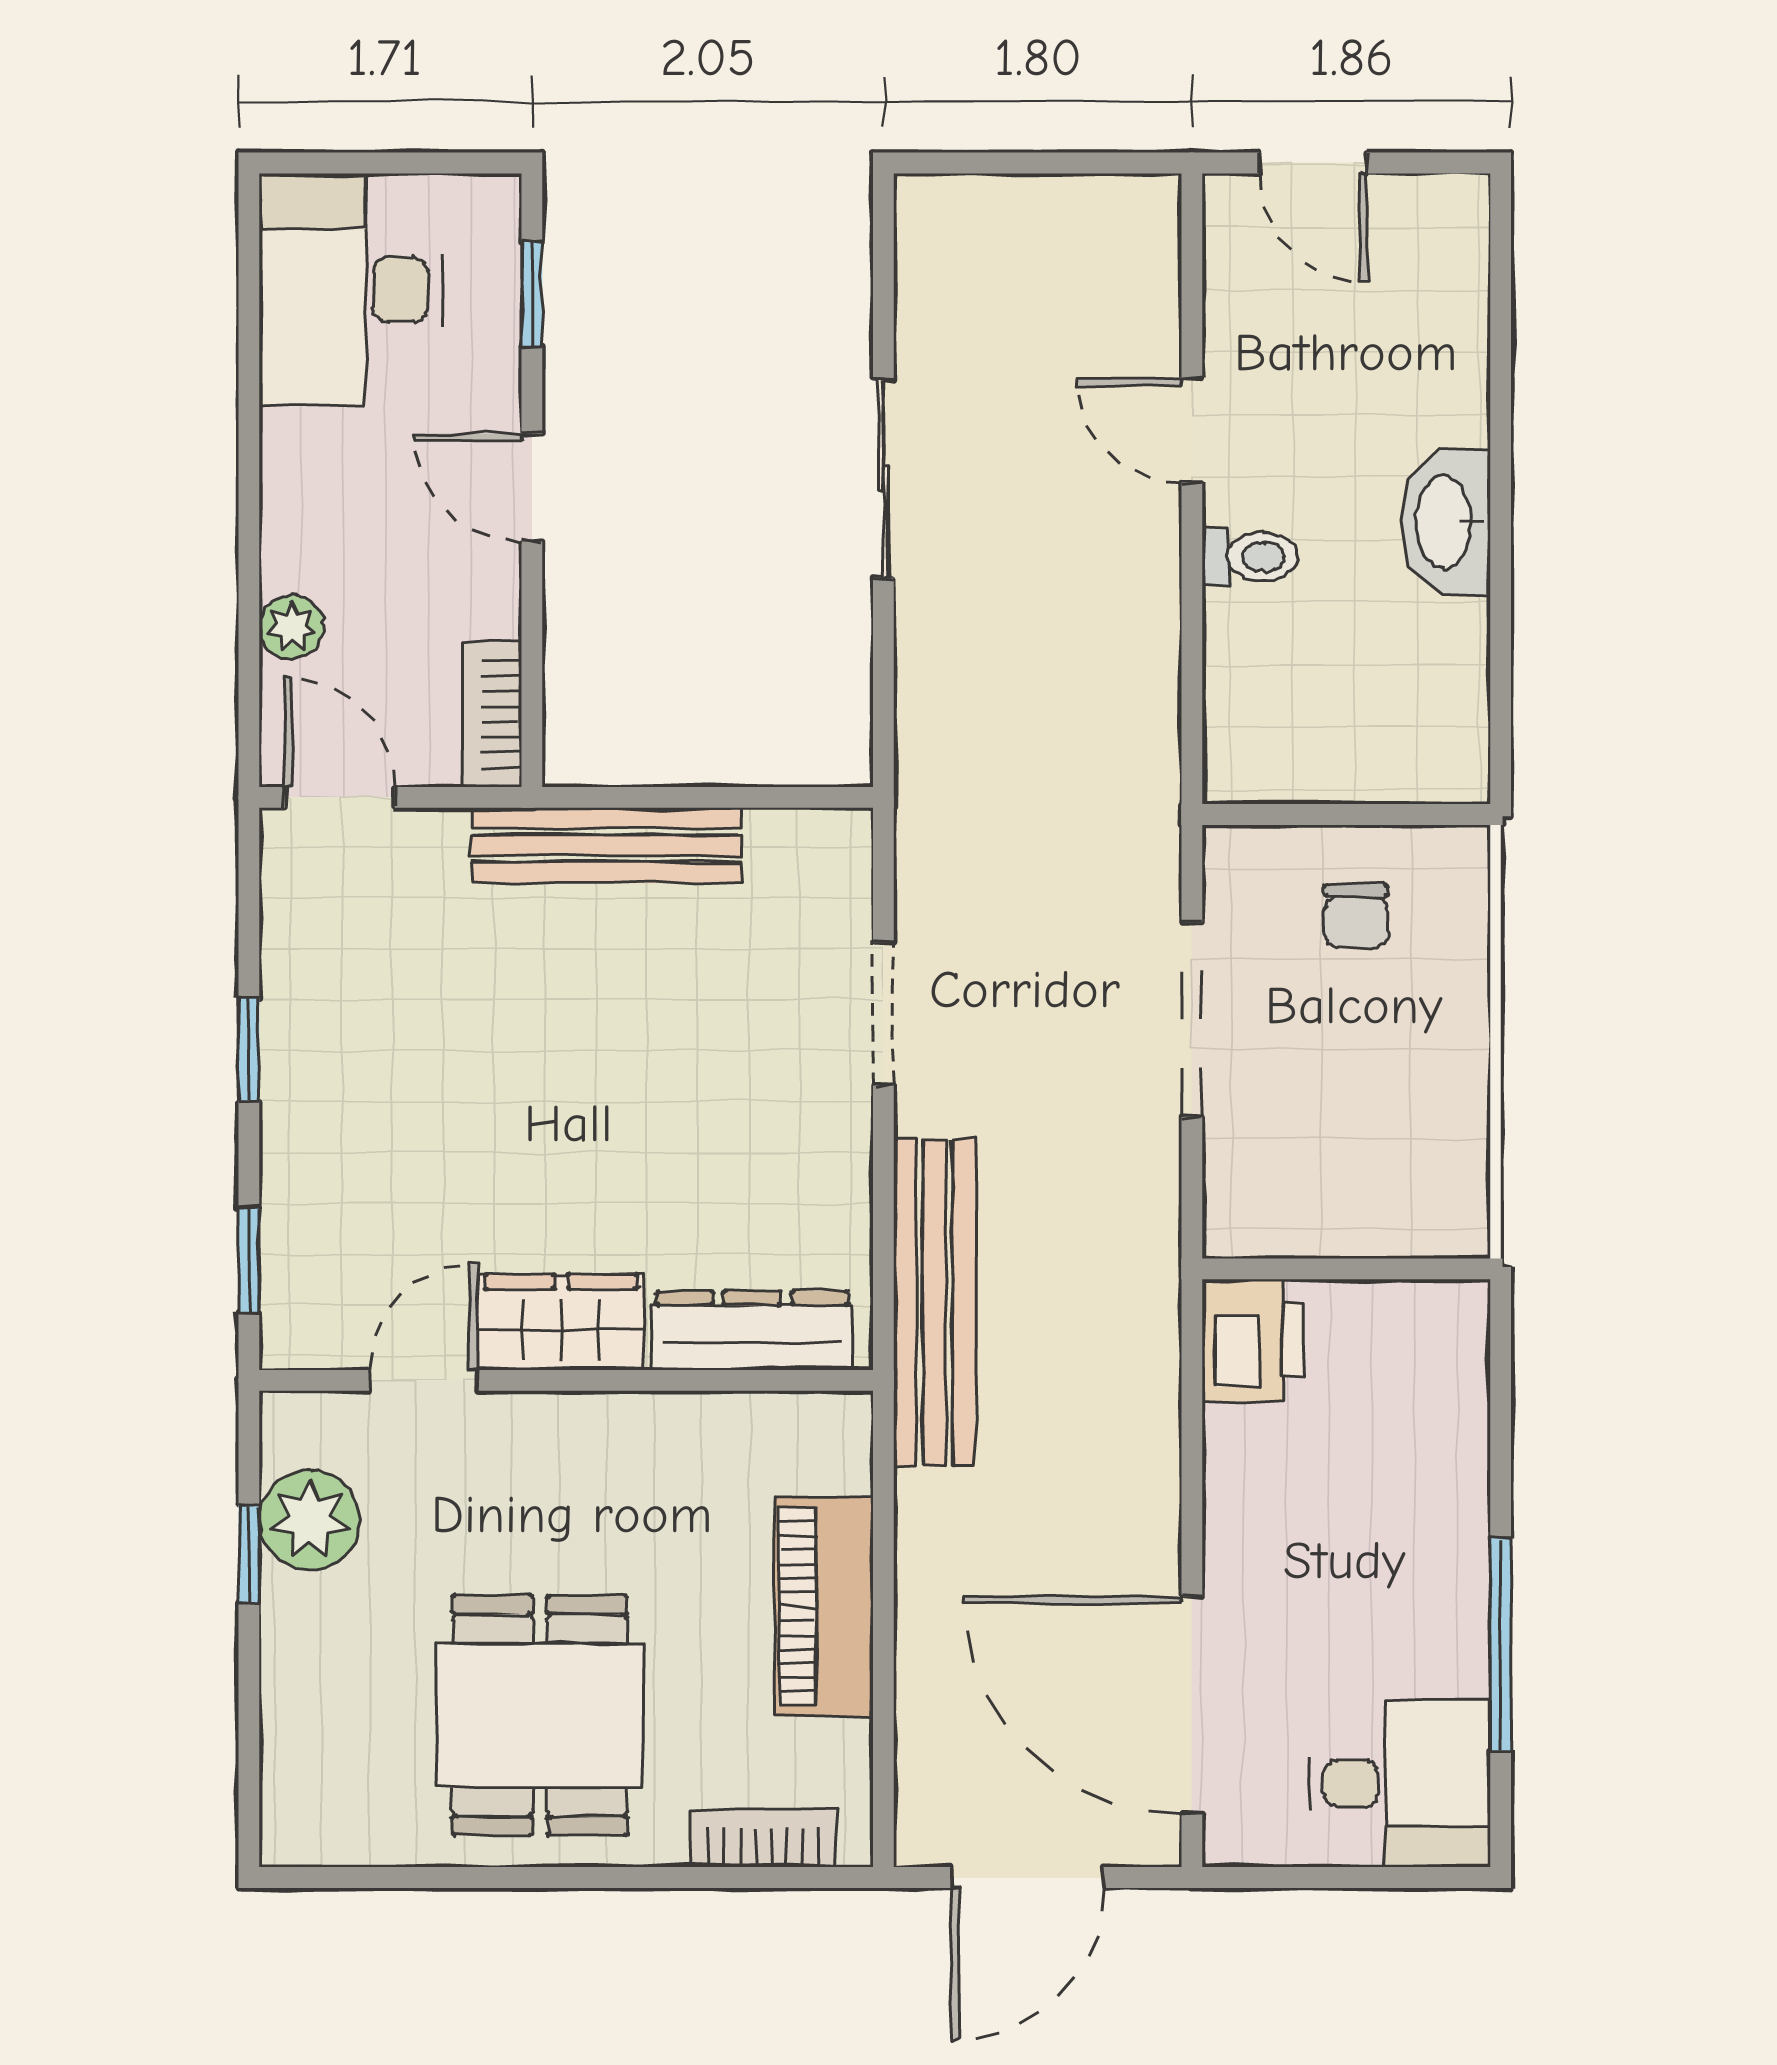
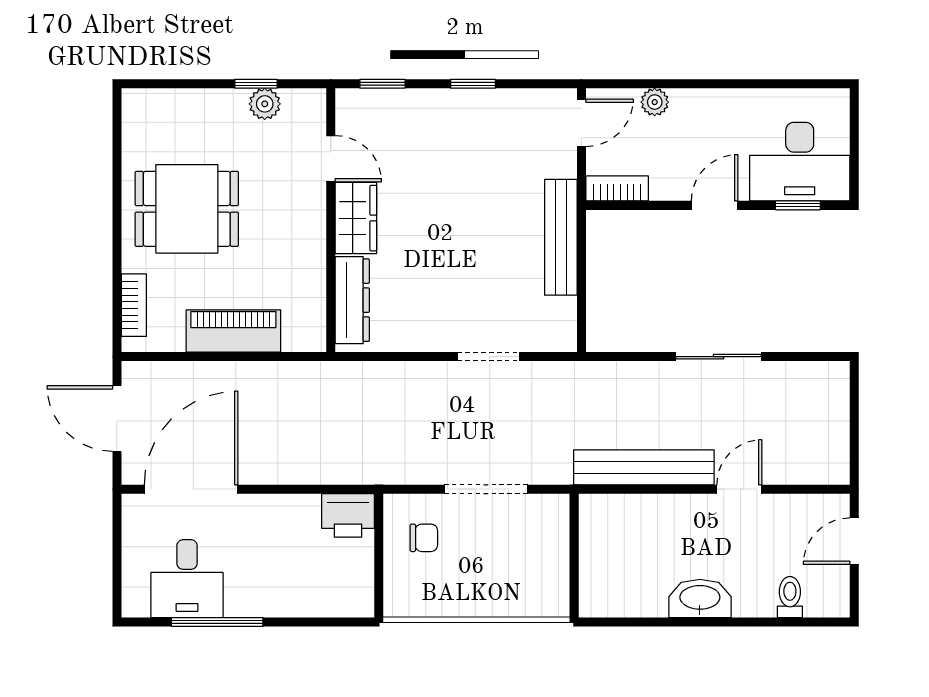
desk: (351, 290) -> (800, 162), moved, turned 180
toilet: (1250, 557) -> (790, 597), moved, turned 180
chair: (1356, 916) -> (424, 538), moved, turned 180
bench: (934, 1303) -> (644, 467), moved
plant: (309, 1520) -> (265, 104), width x0.73, depth x0.73
desk: (1400, 1783) -> (187, 579), moved

